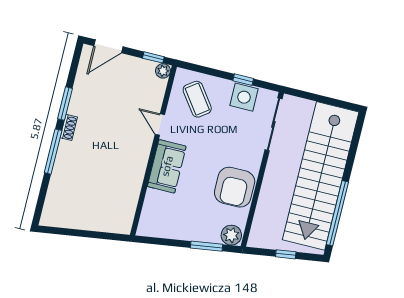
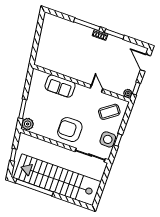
door: (160, 125) -> (97, 89), hinge flipped
sofa: (167, 166) -> (60, 86), moved
armchair: (235, 187) -> (70, 130), moved

